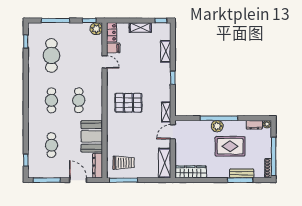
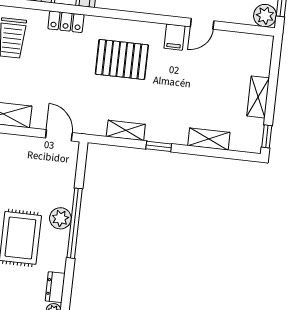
locker: (112, 32) -> (66, 22), moved
filing cabinet: (113, 48) -> (175, 37), moved
pallet: (128, 103) -> (122, 59), turned 90
shelving: (166, 112) -> (126, 130), moved

